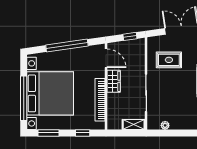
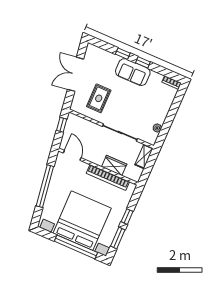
door: (106, 58) -> (72, 155), hinge flipped
wardrobe: (114, 81) -> (114, 165), moved
window: (83, 133) -> (127, 217), moved

